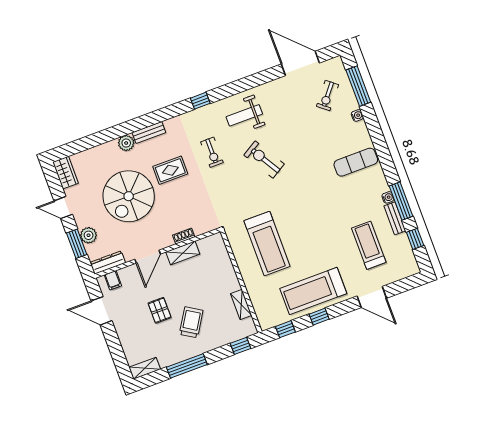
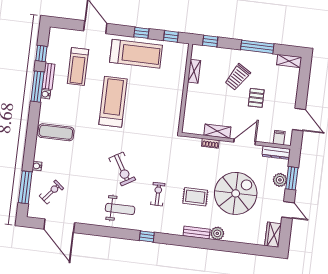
treadmill: (267, 244) -> (113, 102), moved

